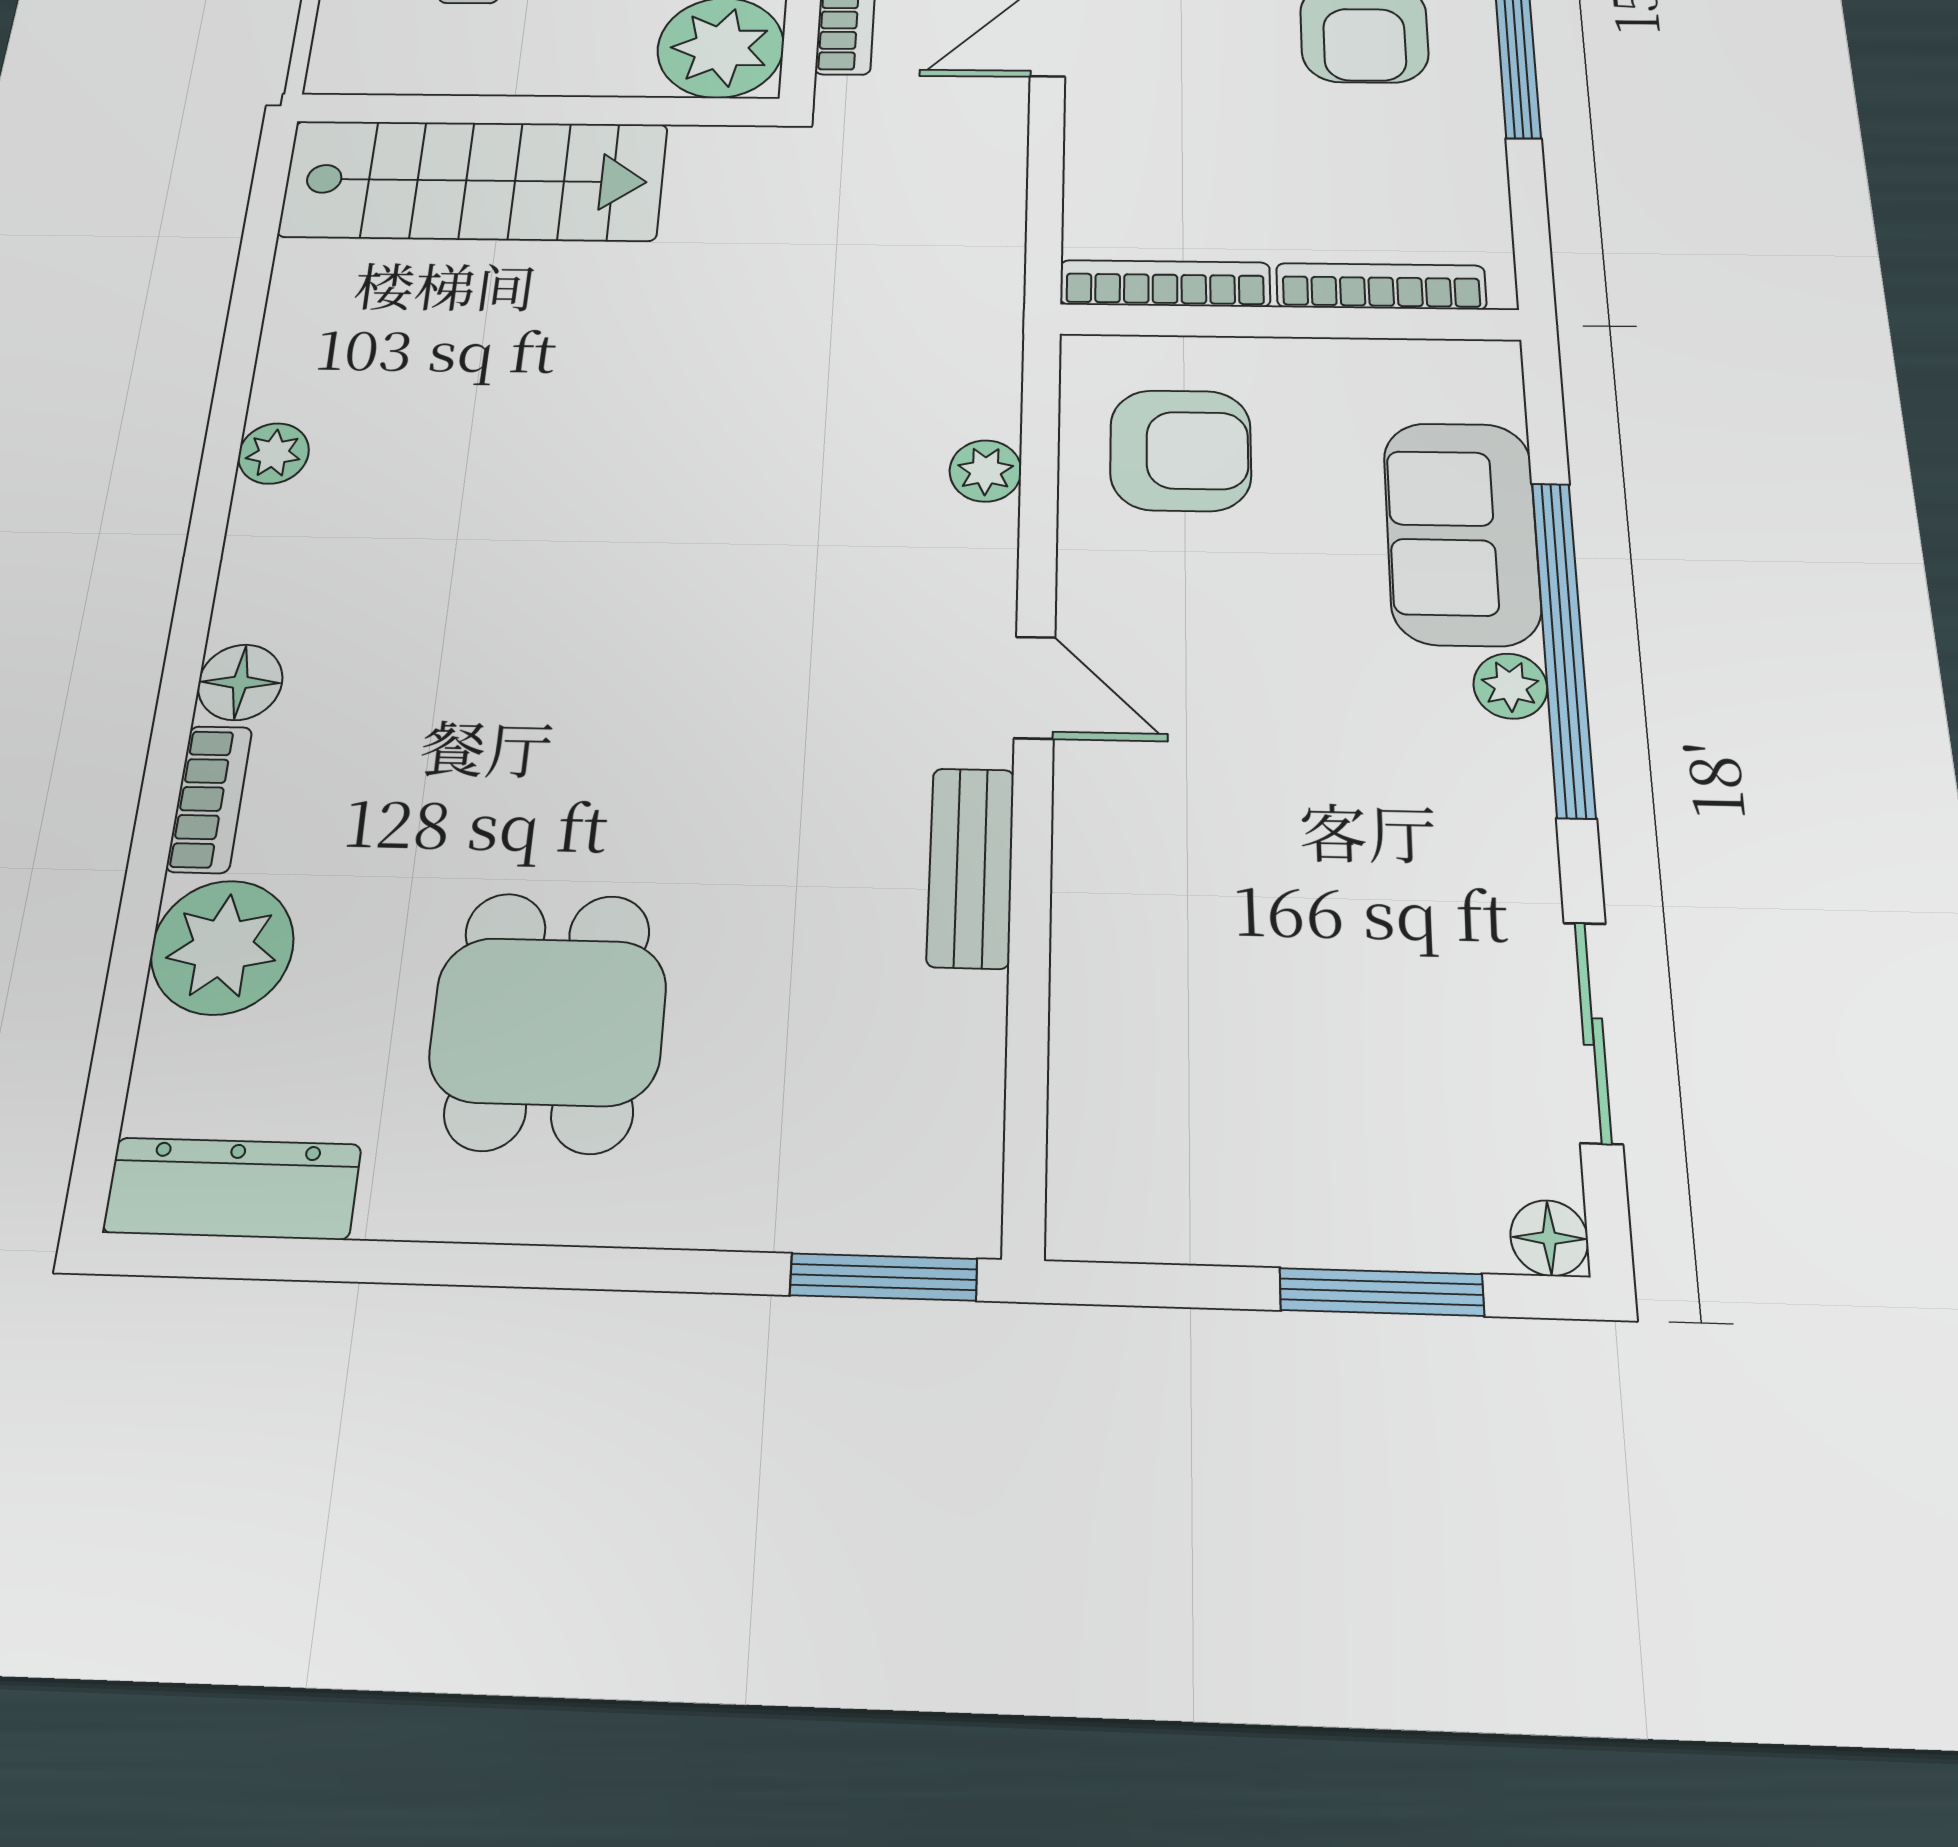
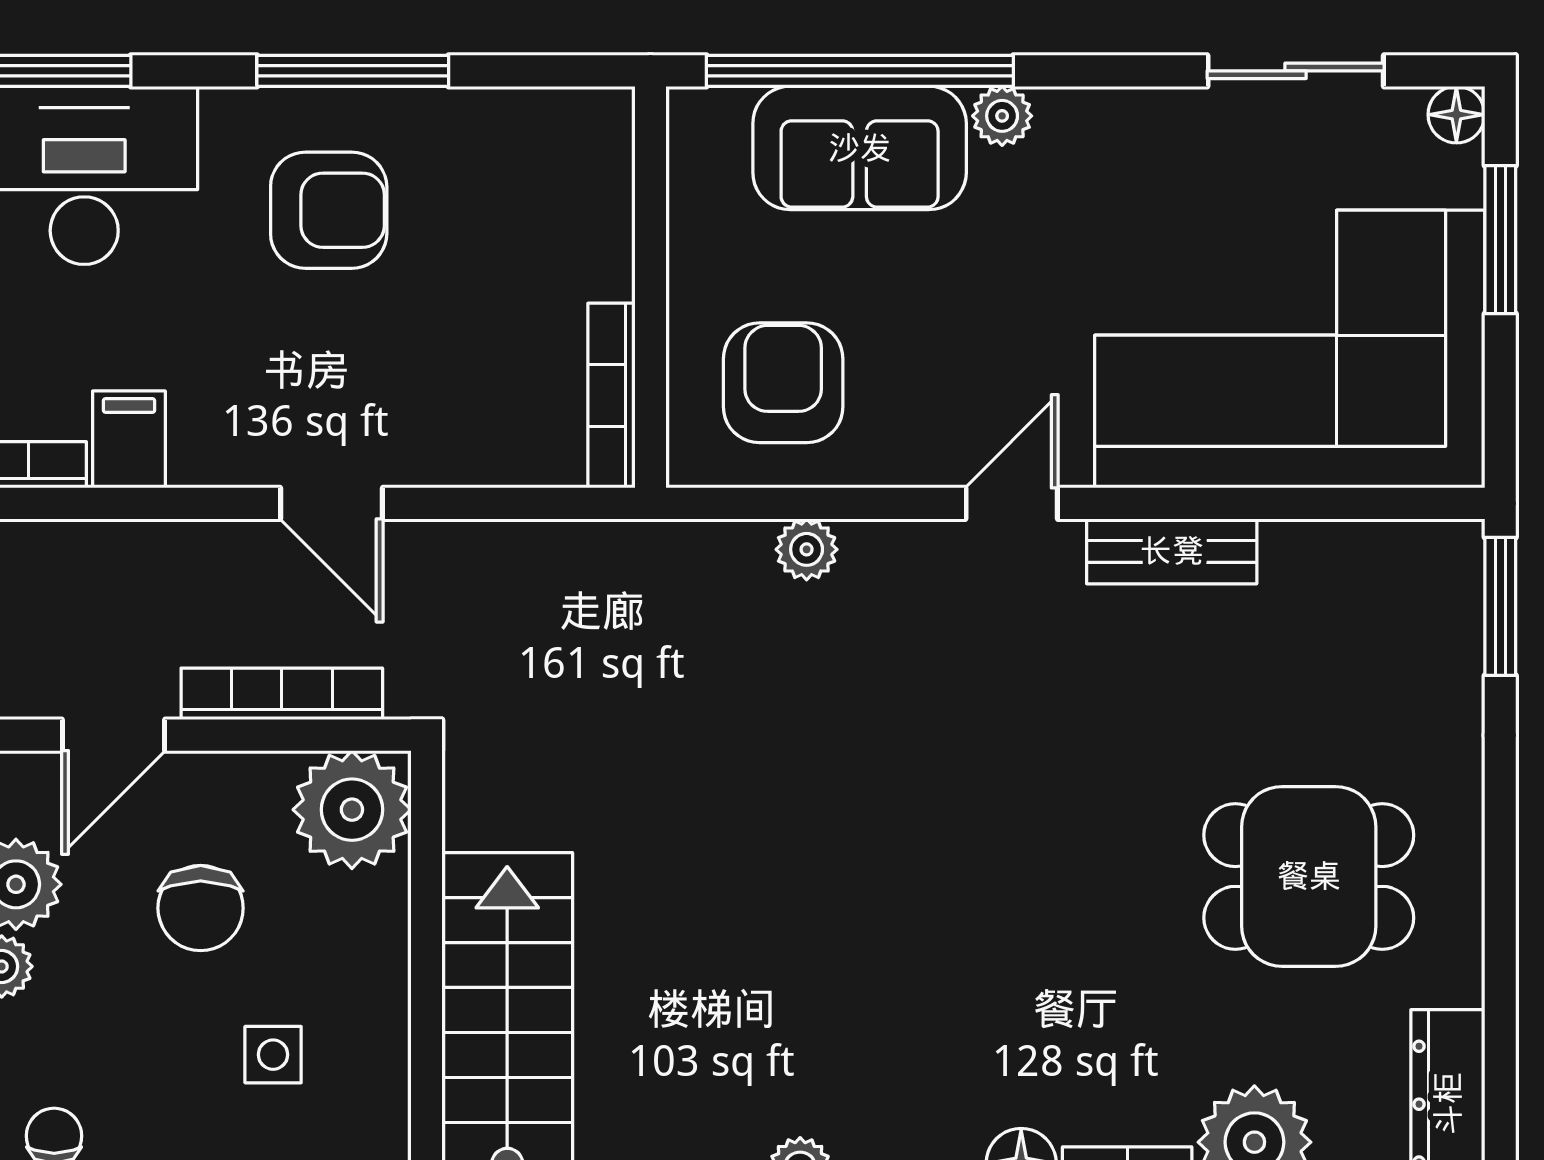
bookcase: (1381, 286) -> (612, 206), removed
window: (1563, 646) -> (860, 71), moved
corner sofa: (1228, 1015) -> (1290, 349), added

